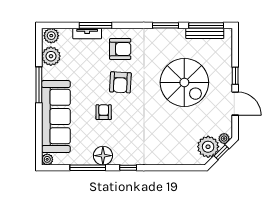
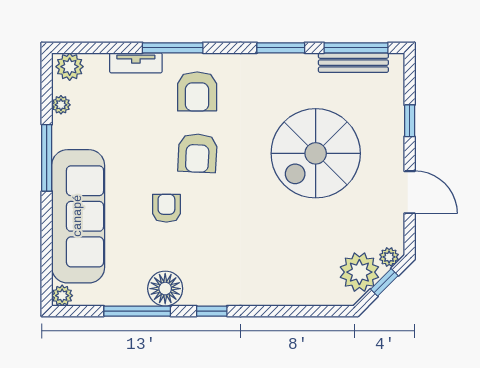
window: (96, 25) -> (173, 48), moved
armchair: (120, 49) -> (197, 91), turned 90
plant: (51, 56) -> (61, 105), width x0.53, depth x0.53
window: (235, 76) -> (410, 121), moved
spiral stairs: (184, 82) -> (316, 153), turned 90

